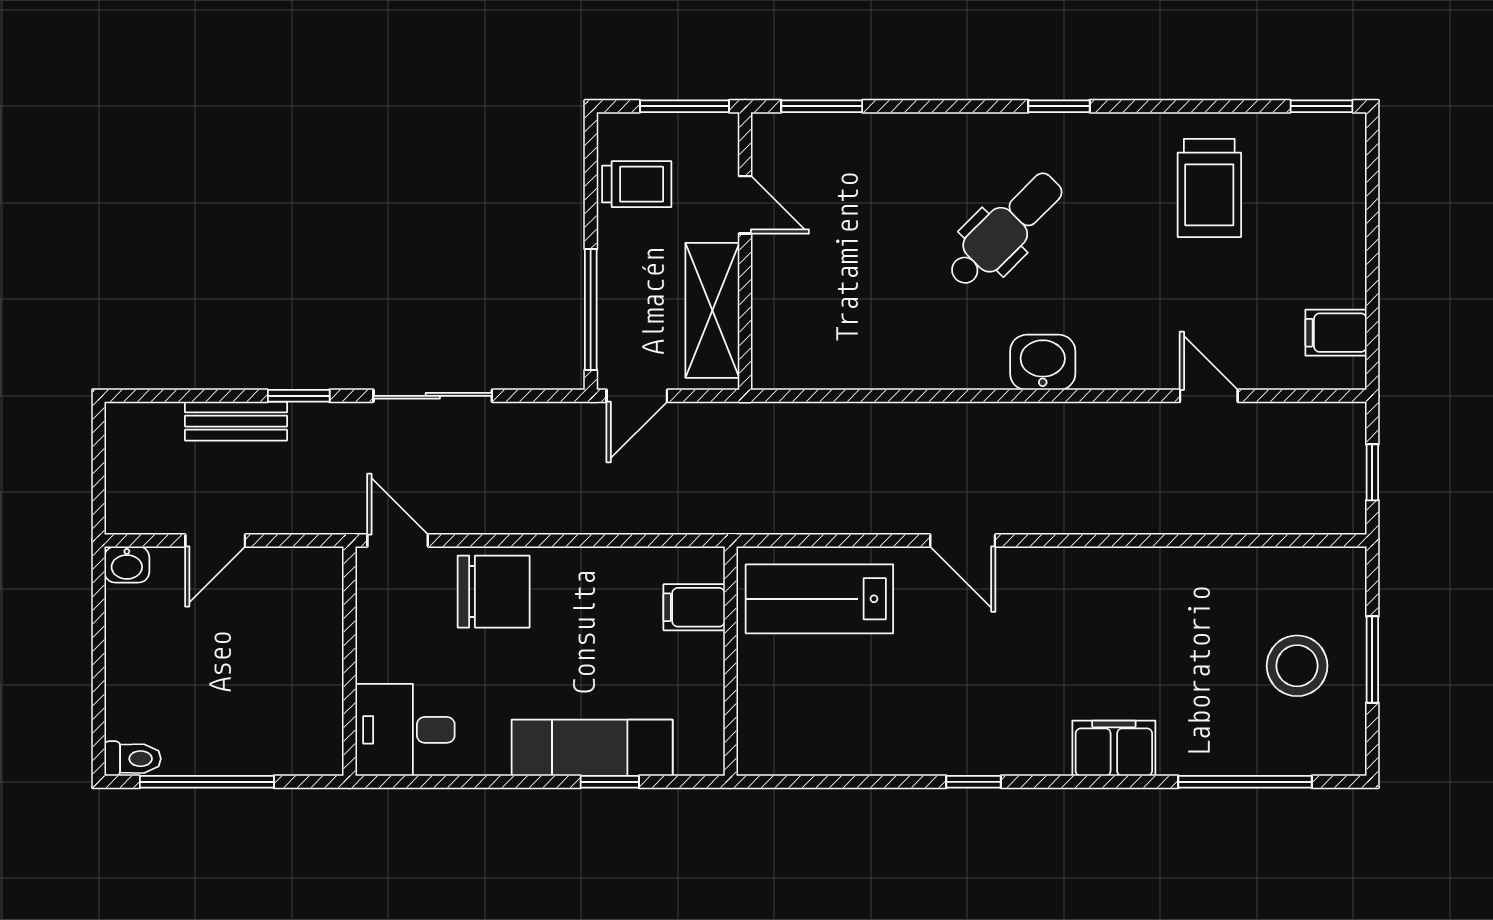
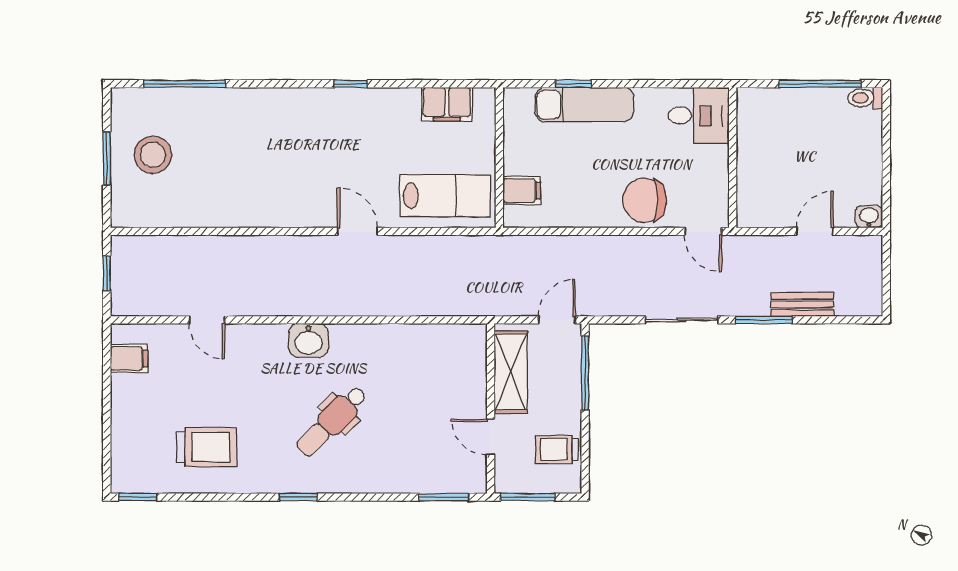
trolley: (1209, 188) -> (207, 447), turned 90
window: (299, 396) -> (764, 320), width x1.50
filing cabinet: (1114, 748) -> (447, 104), moved

